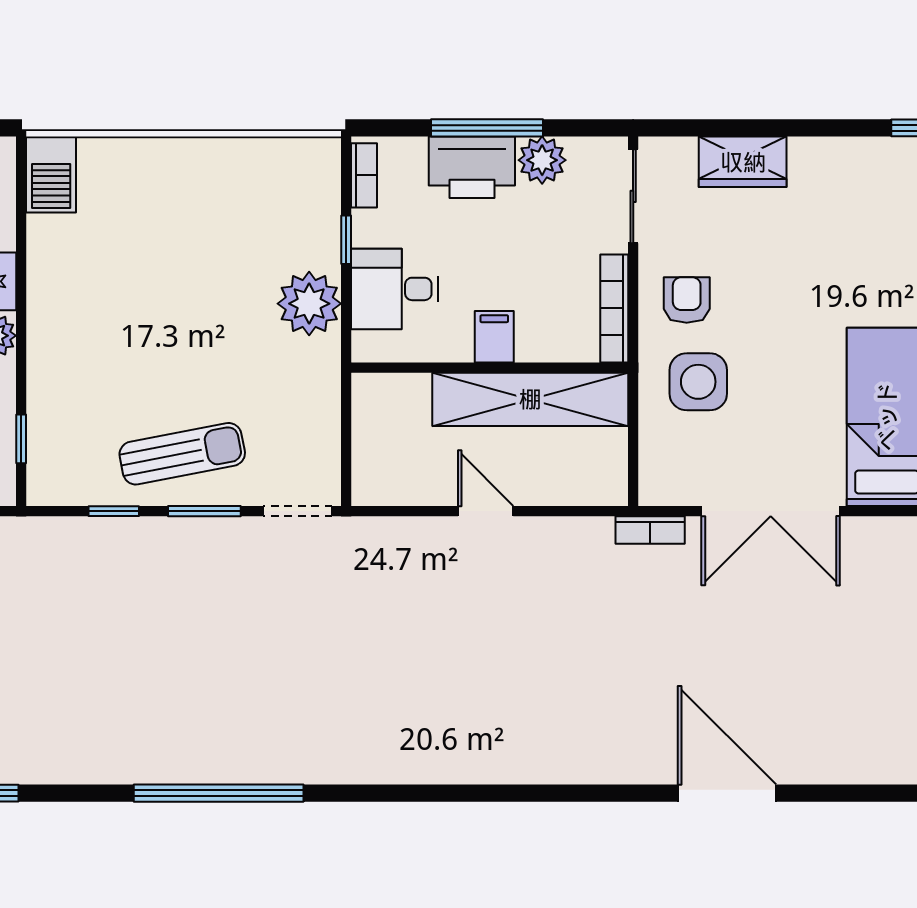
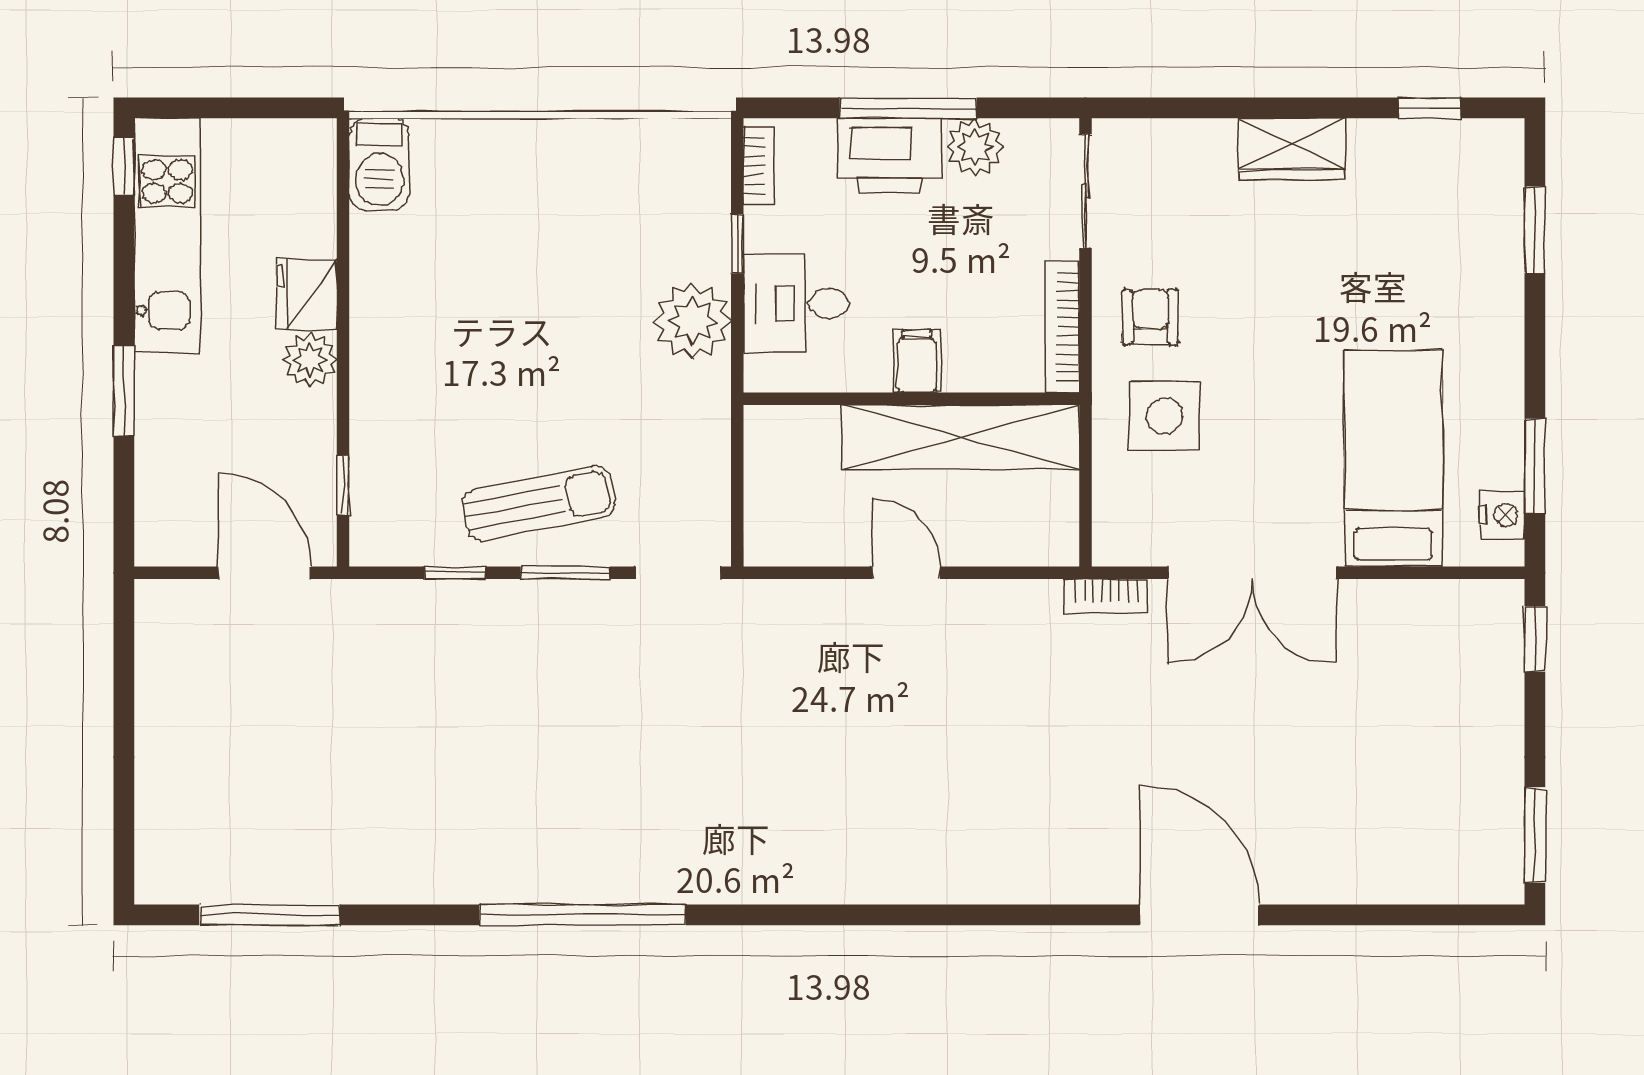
wardrobe: (743, 162) -> (1292, 149), moved

